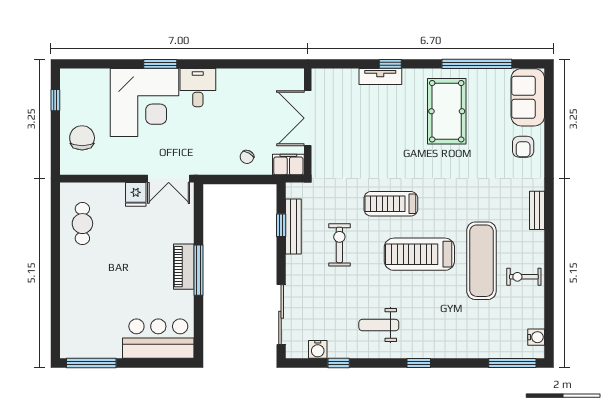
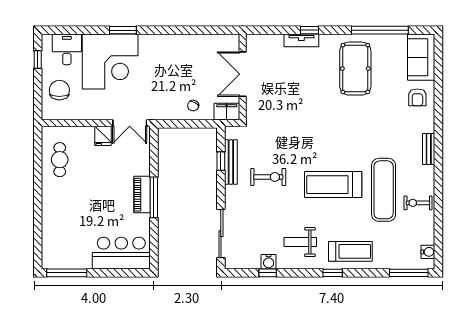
desk: (198, 88) -> (67, 49), moved
treadmill: (391, 204) -> (350, 251), moved, turned 180
exercise bike: (339, 245) -> (268, 177), turned 90
water cooler: (318, 349) -> (269, 262), moved

